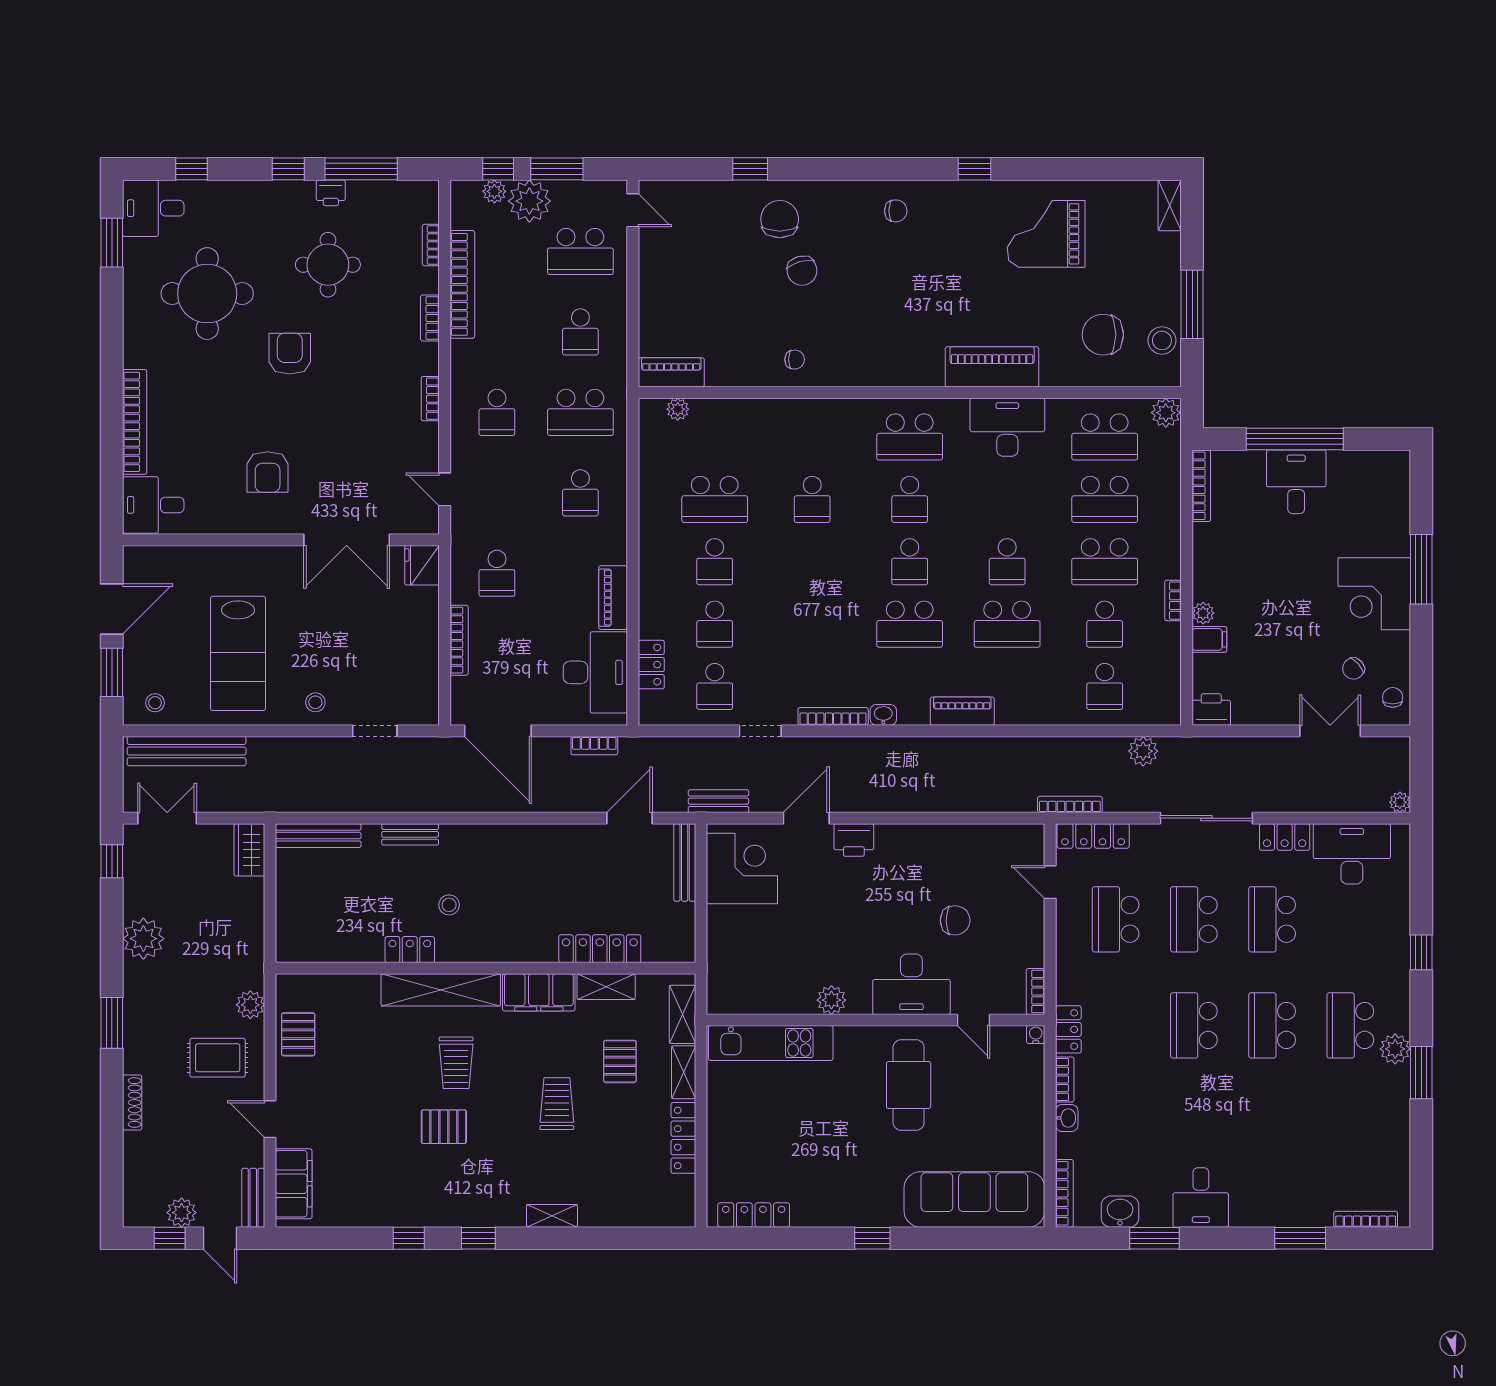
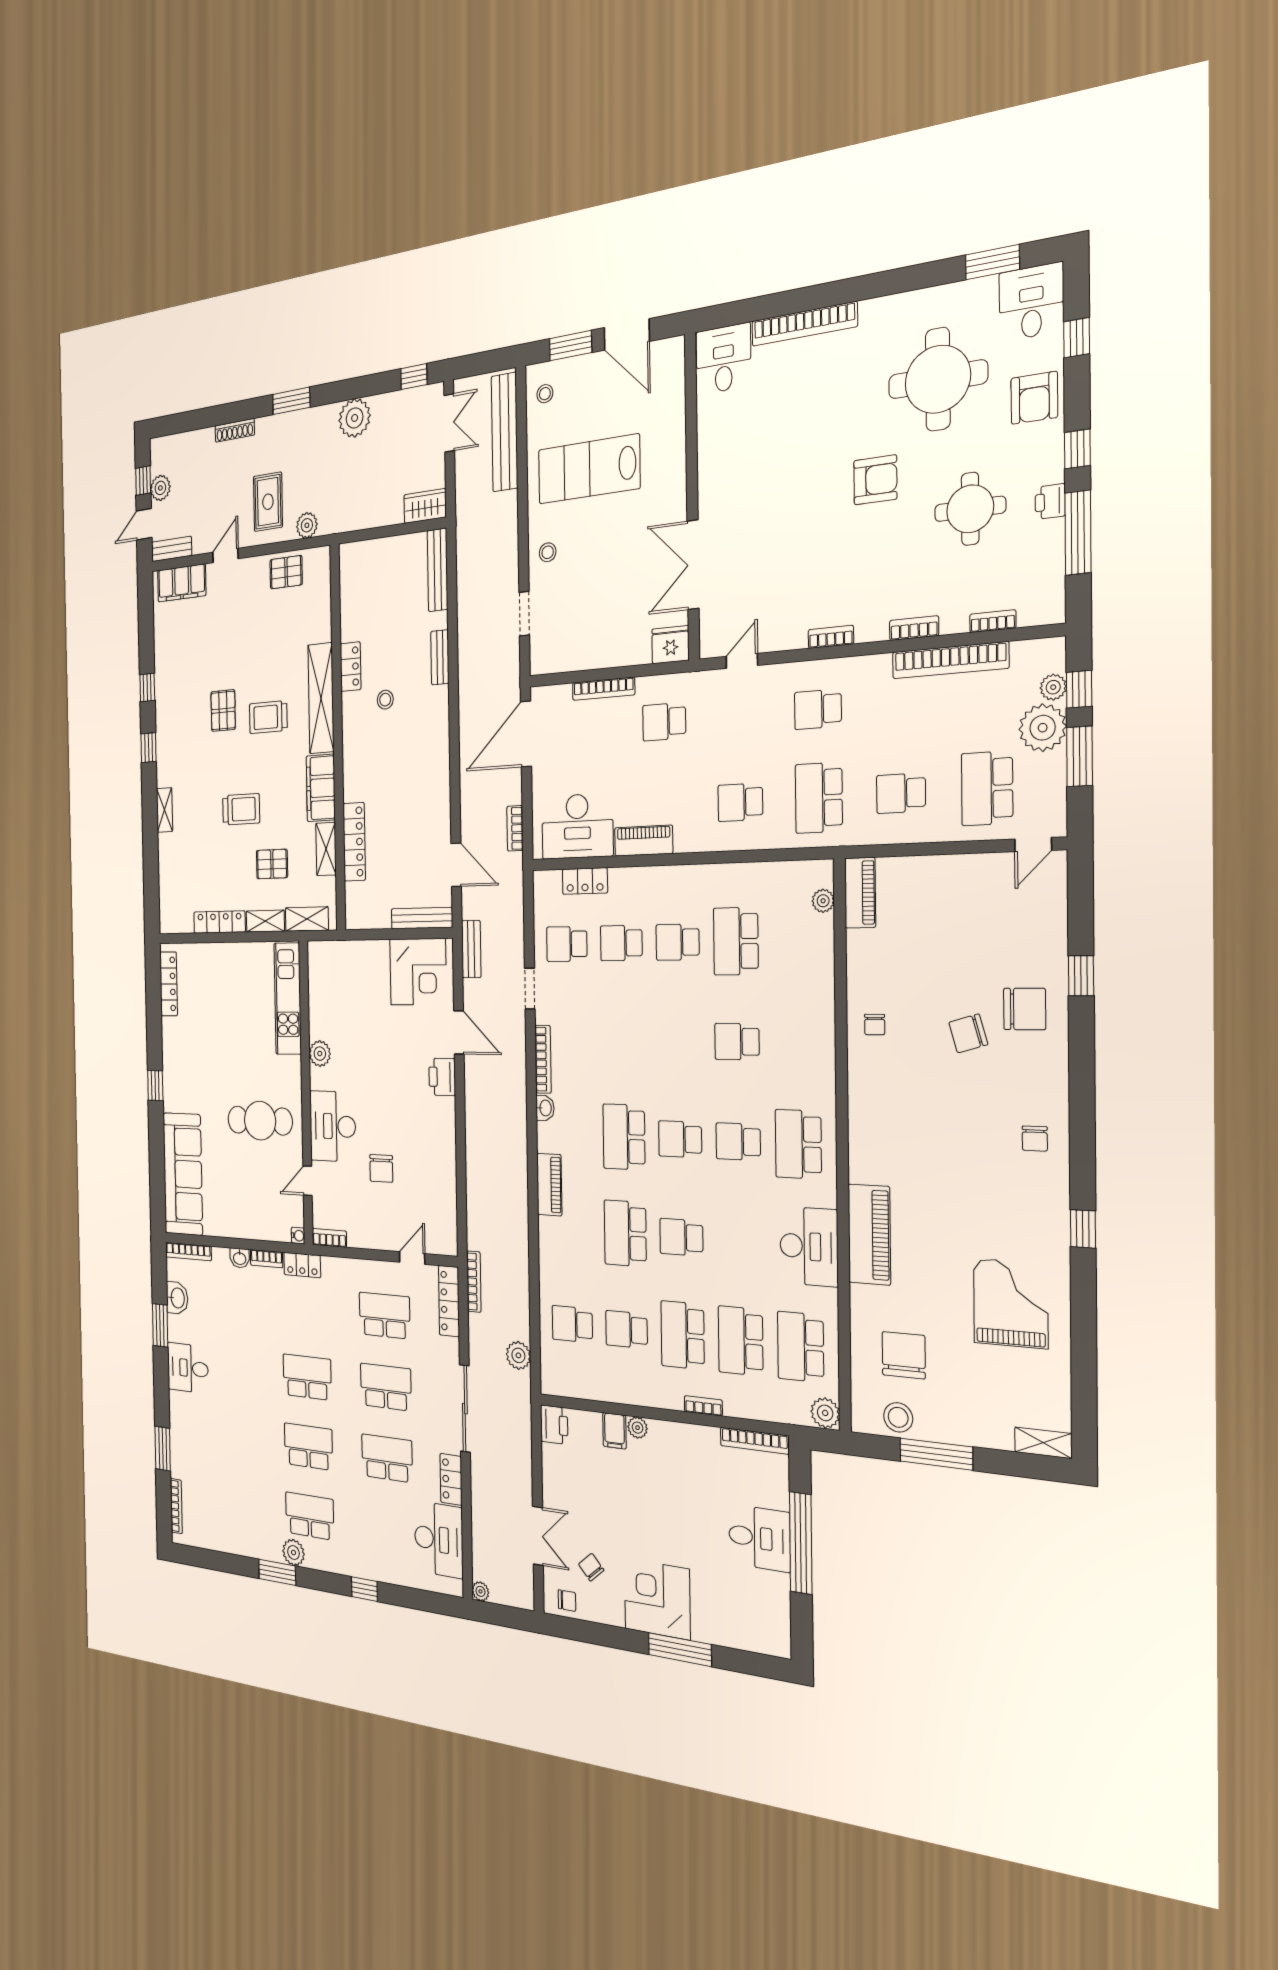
armchair: (268, 472) -> (1034, 398), moved, turned -90
bookcase: (1173, 601) -> (703, 1406), moved

